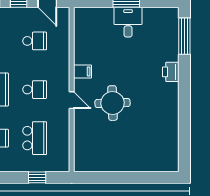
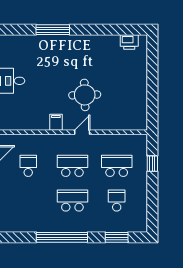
window: (184, 36) -> (53, 30), moved
printer: (171, 72) -> (129, 42), moved
school desk: (35, 90) -> (72, 166), width x1.85

